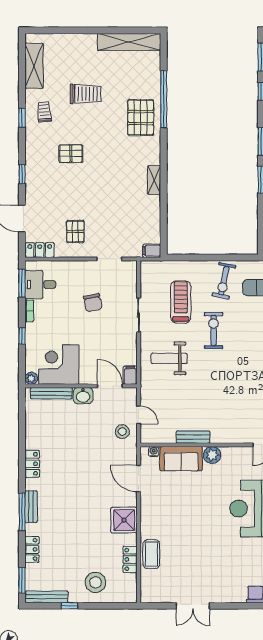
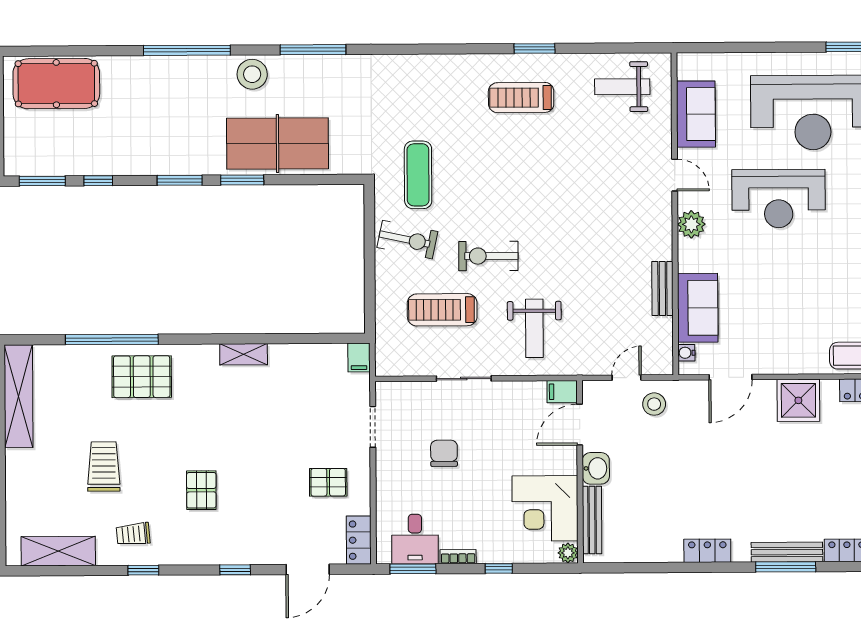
chair: (93, 303) -> (444, 453), turned -79
plant: (212, 455) -> (691, 224), moved
bench: (31, 507) -> (787, 552), width x1.36

